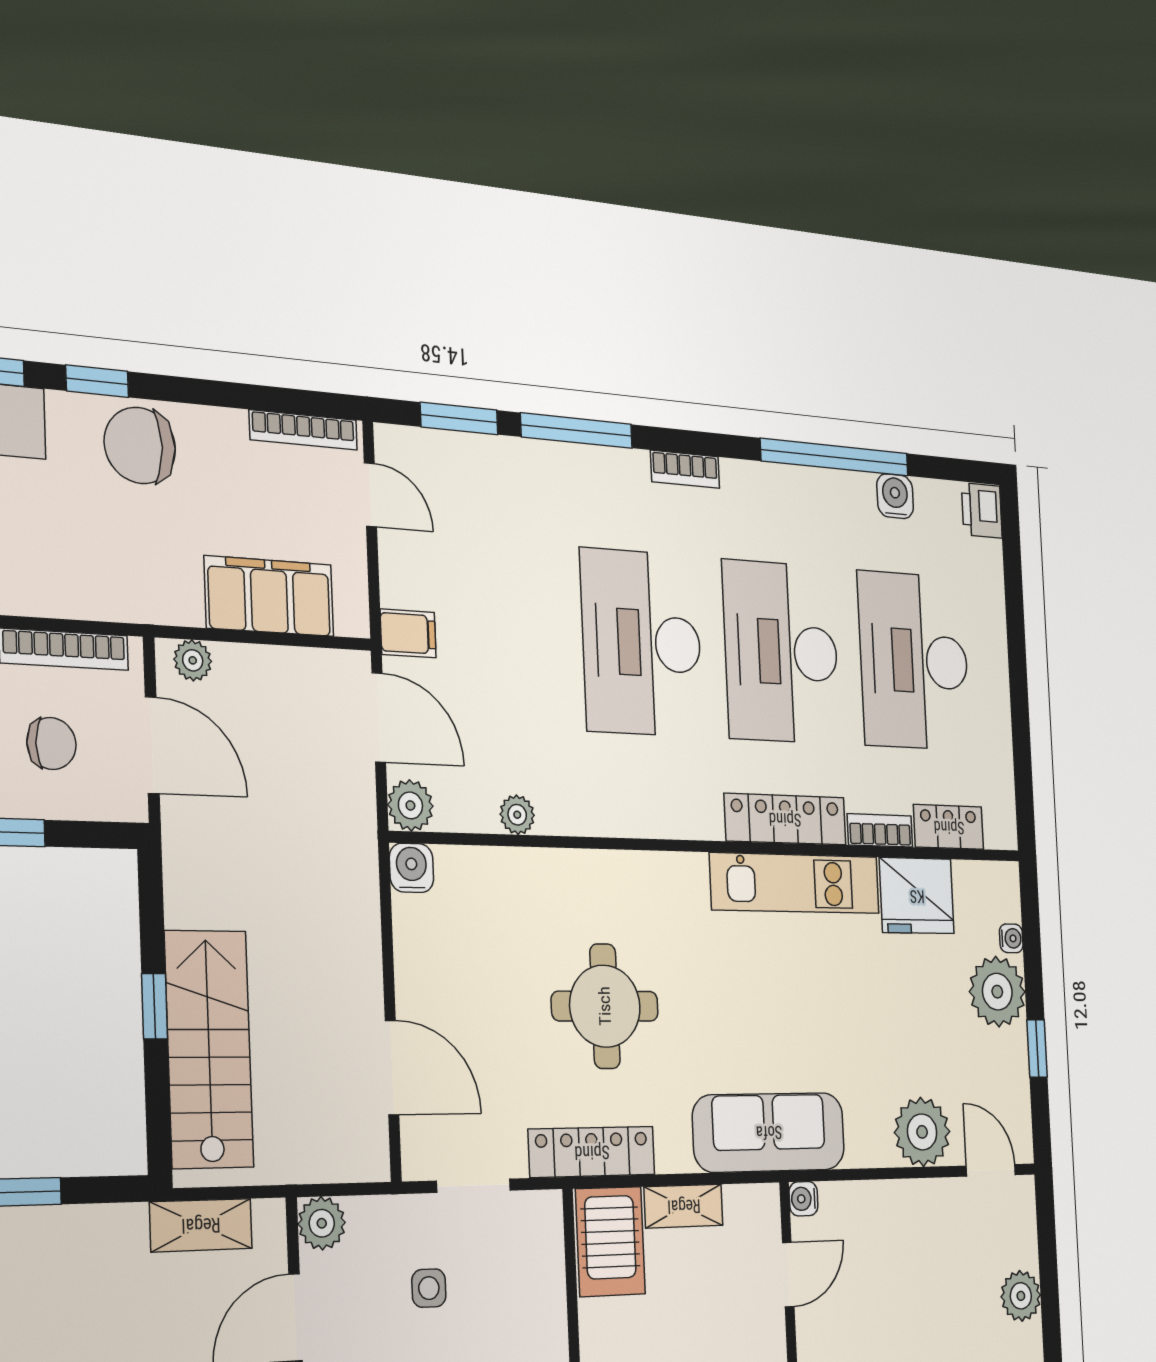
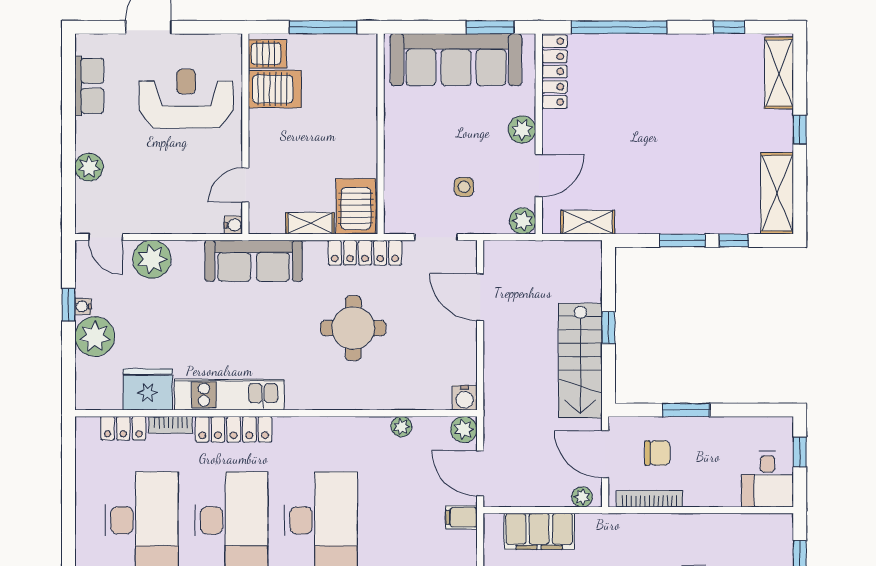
chair: (51, 743) -> (658, 453), turned 180
water cooler: (1011, 938) -> (83, 307), moved
stairs: (209, 1049) -> (580, 361), moved

